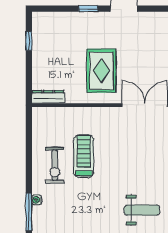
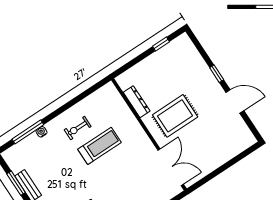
dresser: (48, 97) -> (137, 102), moved
exercise bike: (55, 165) -> (78, 128), width x0.73, depth x0.72

